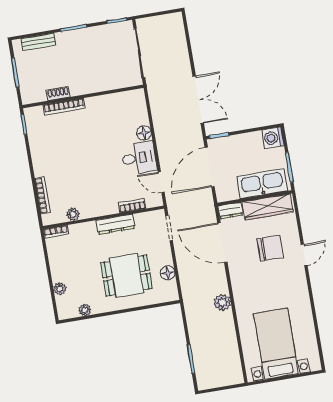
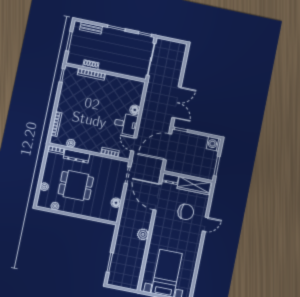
kitchen sink: (262, 184) -> (196, 170), removed
dresser: (116, 224) -> (77, 156), moved
dining table: (126, 276) -> (76, 185), moved

